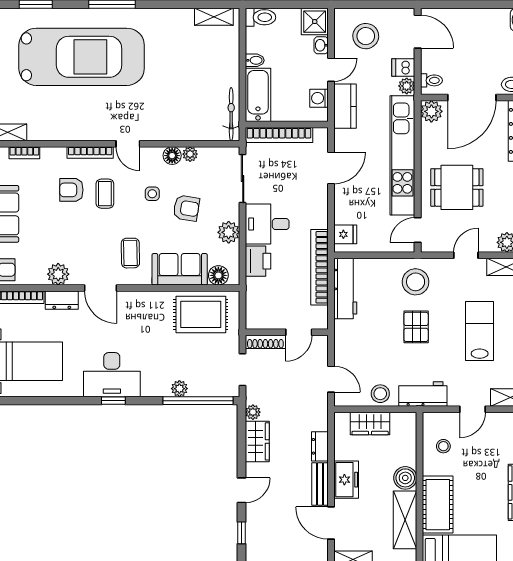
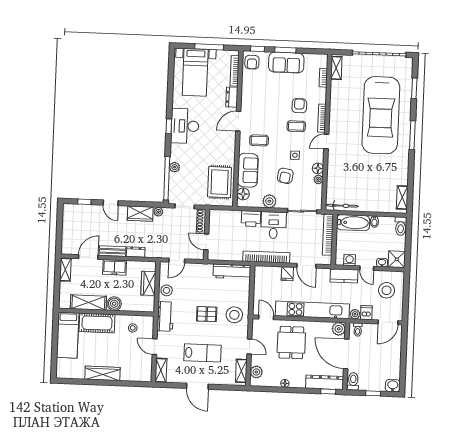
fridge: (345, 234) -> (287, 274), moved
bookcase: (320, 267) -> (266, 257), moved
plant: (58, 274) -> (248, 96), removed

